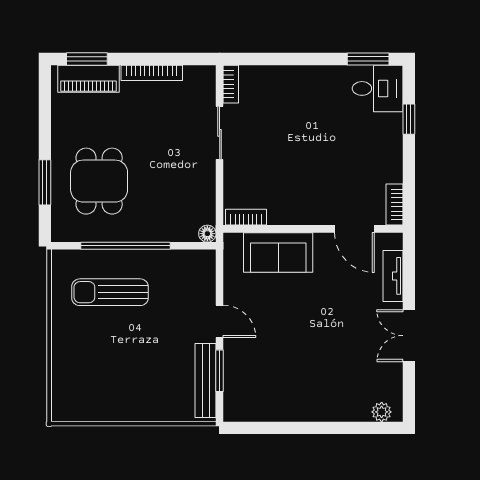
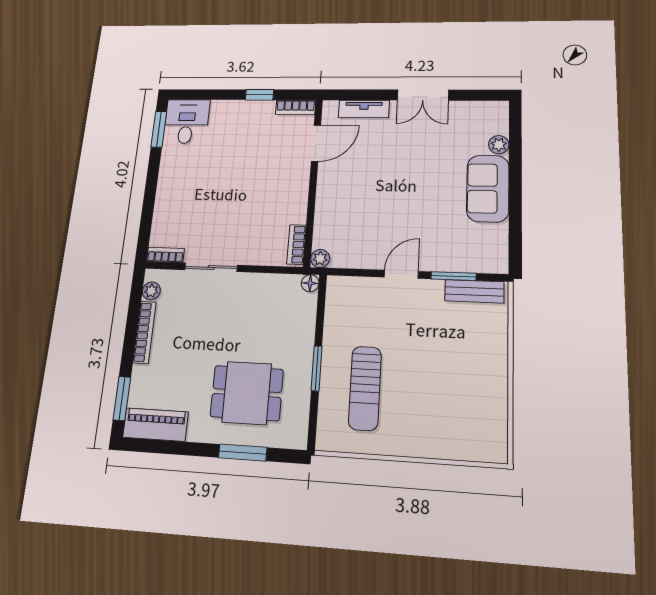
plant: (193, 74) -> (151, 291), added
piano: (89, 79) -> (155, 425), moved, turned -90
window: (409, 119) -> (259, 95), moved
plant: (232, 242) -> (320, 259), added
window: (126, 246) -> (317, 368), width x0.47
sofa: (278, 252) -> (488, 188), moved, turned 180
bench: (206, 380) -> (474, 291), width x0.73
plant: (382, 412) -> (499, 145), moved

